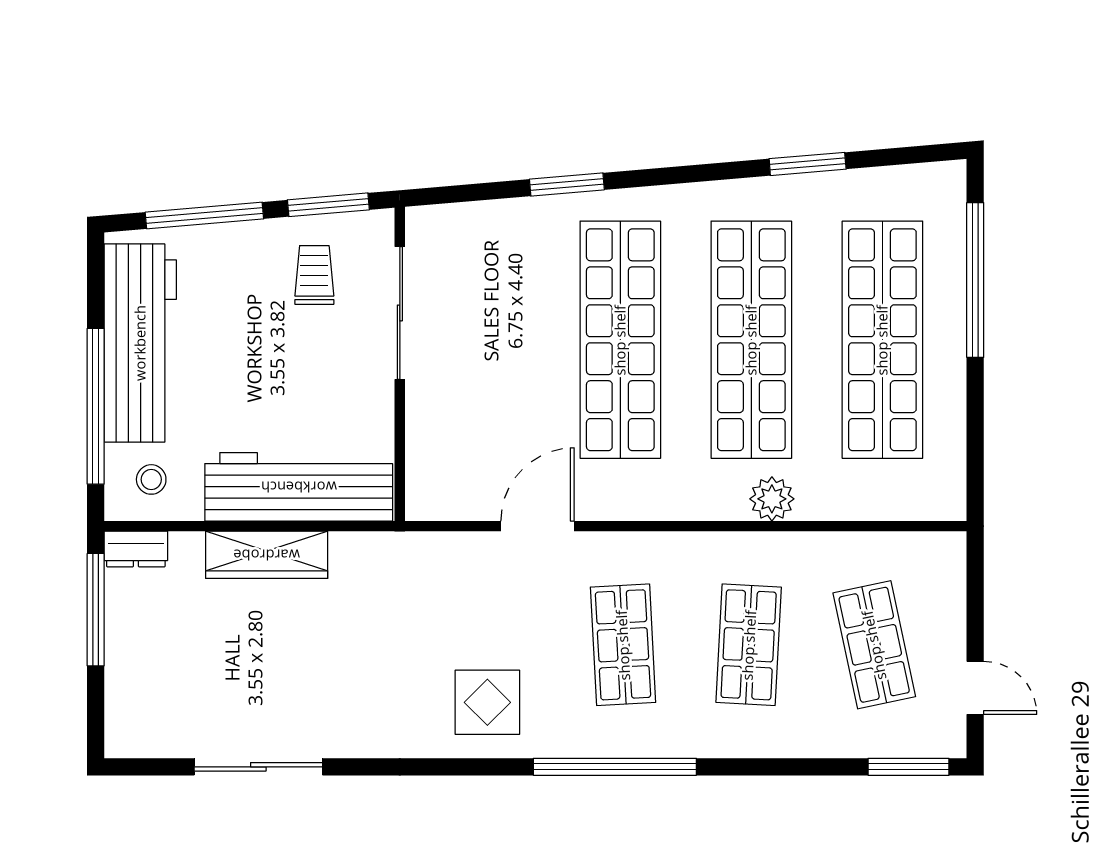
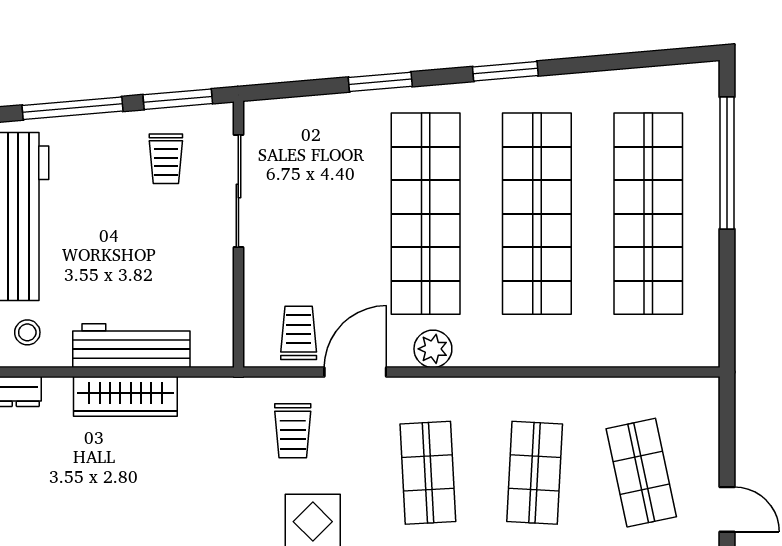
window: (808, 164) -> (505, 71), moved
trolley: (314, 275) -> (166, 159), turned 180
trolley: (471, 480) -> (299, 333), added
workbench: (299, 487) -> (131, 346), width x0.73, depth x0.76
plant: (772, 499) -> (433, 349), moved
trolley: (464, 595) -> (293, 431), added

